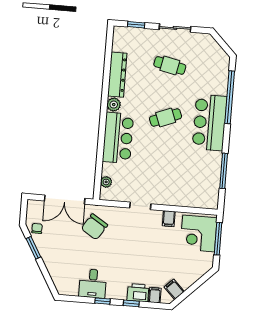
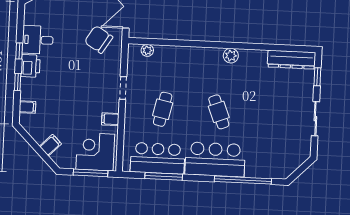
cafe table: (170, 65) -> (163, 109), moved
dresser: (117, 75) -> (292, 60), moved
bar counter: (118, 138) -> (158, 158), moved, turned 180
filing cabinet: (174, 289) -> (50, 145), moved
printer: (138, 293) -> (31, 66), moved

